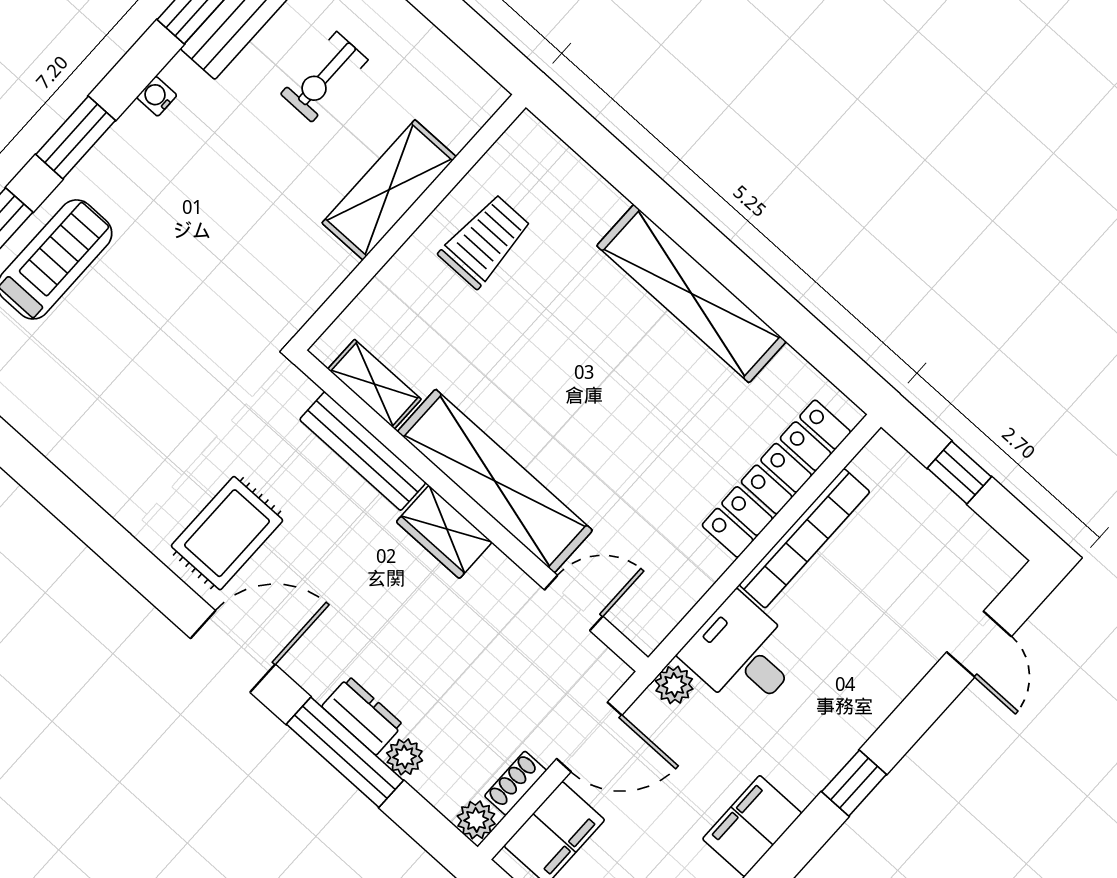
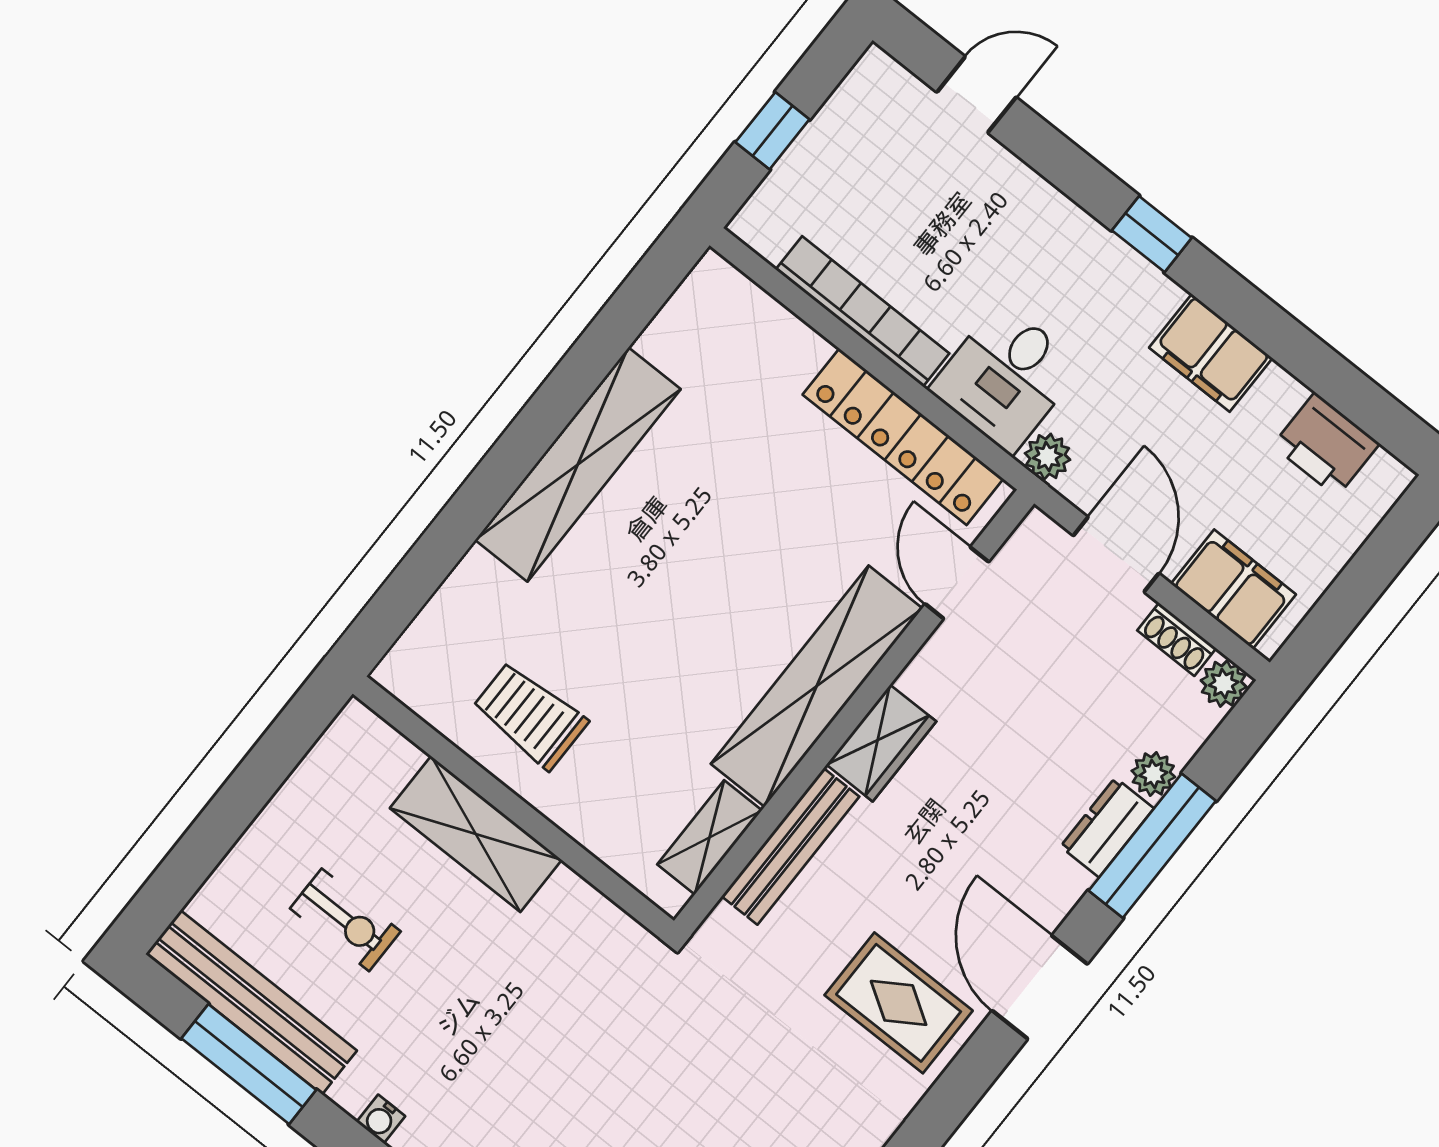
locker: (776, 479) -> (903, 437), moved

